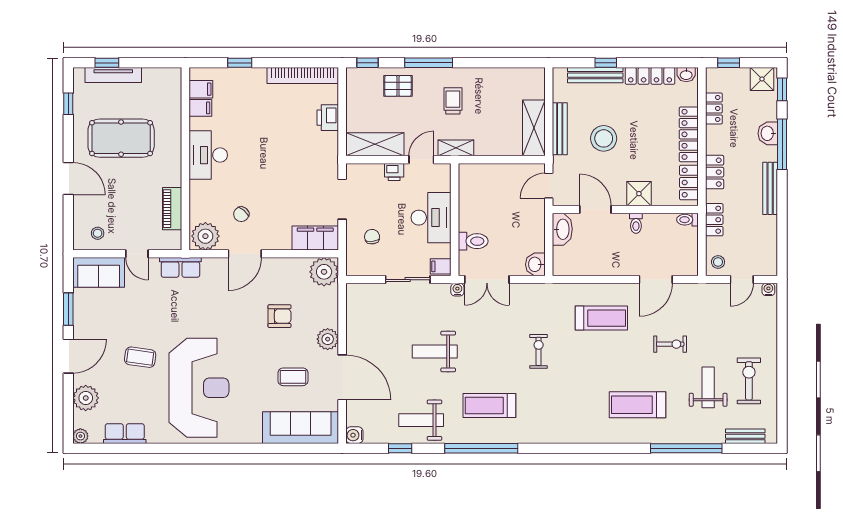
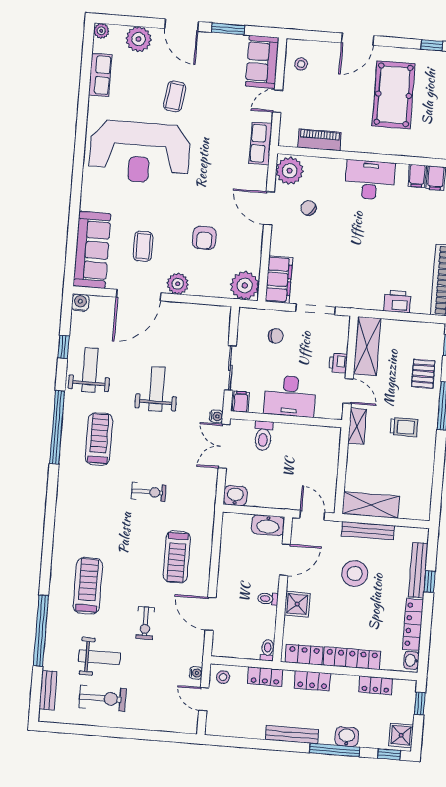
water cooler: (768, 289) -> (196, 673), moved

